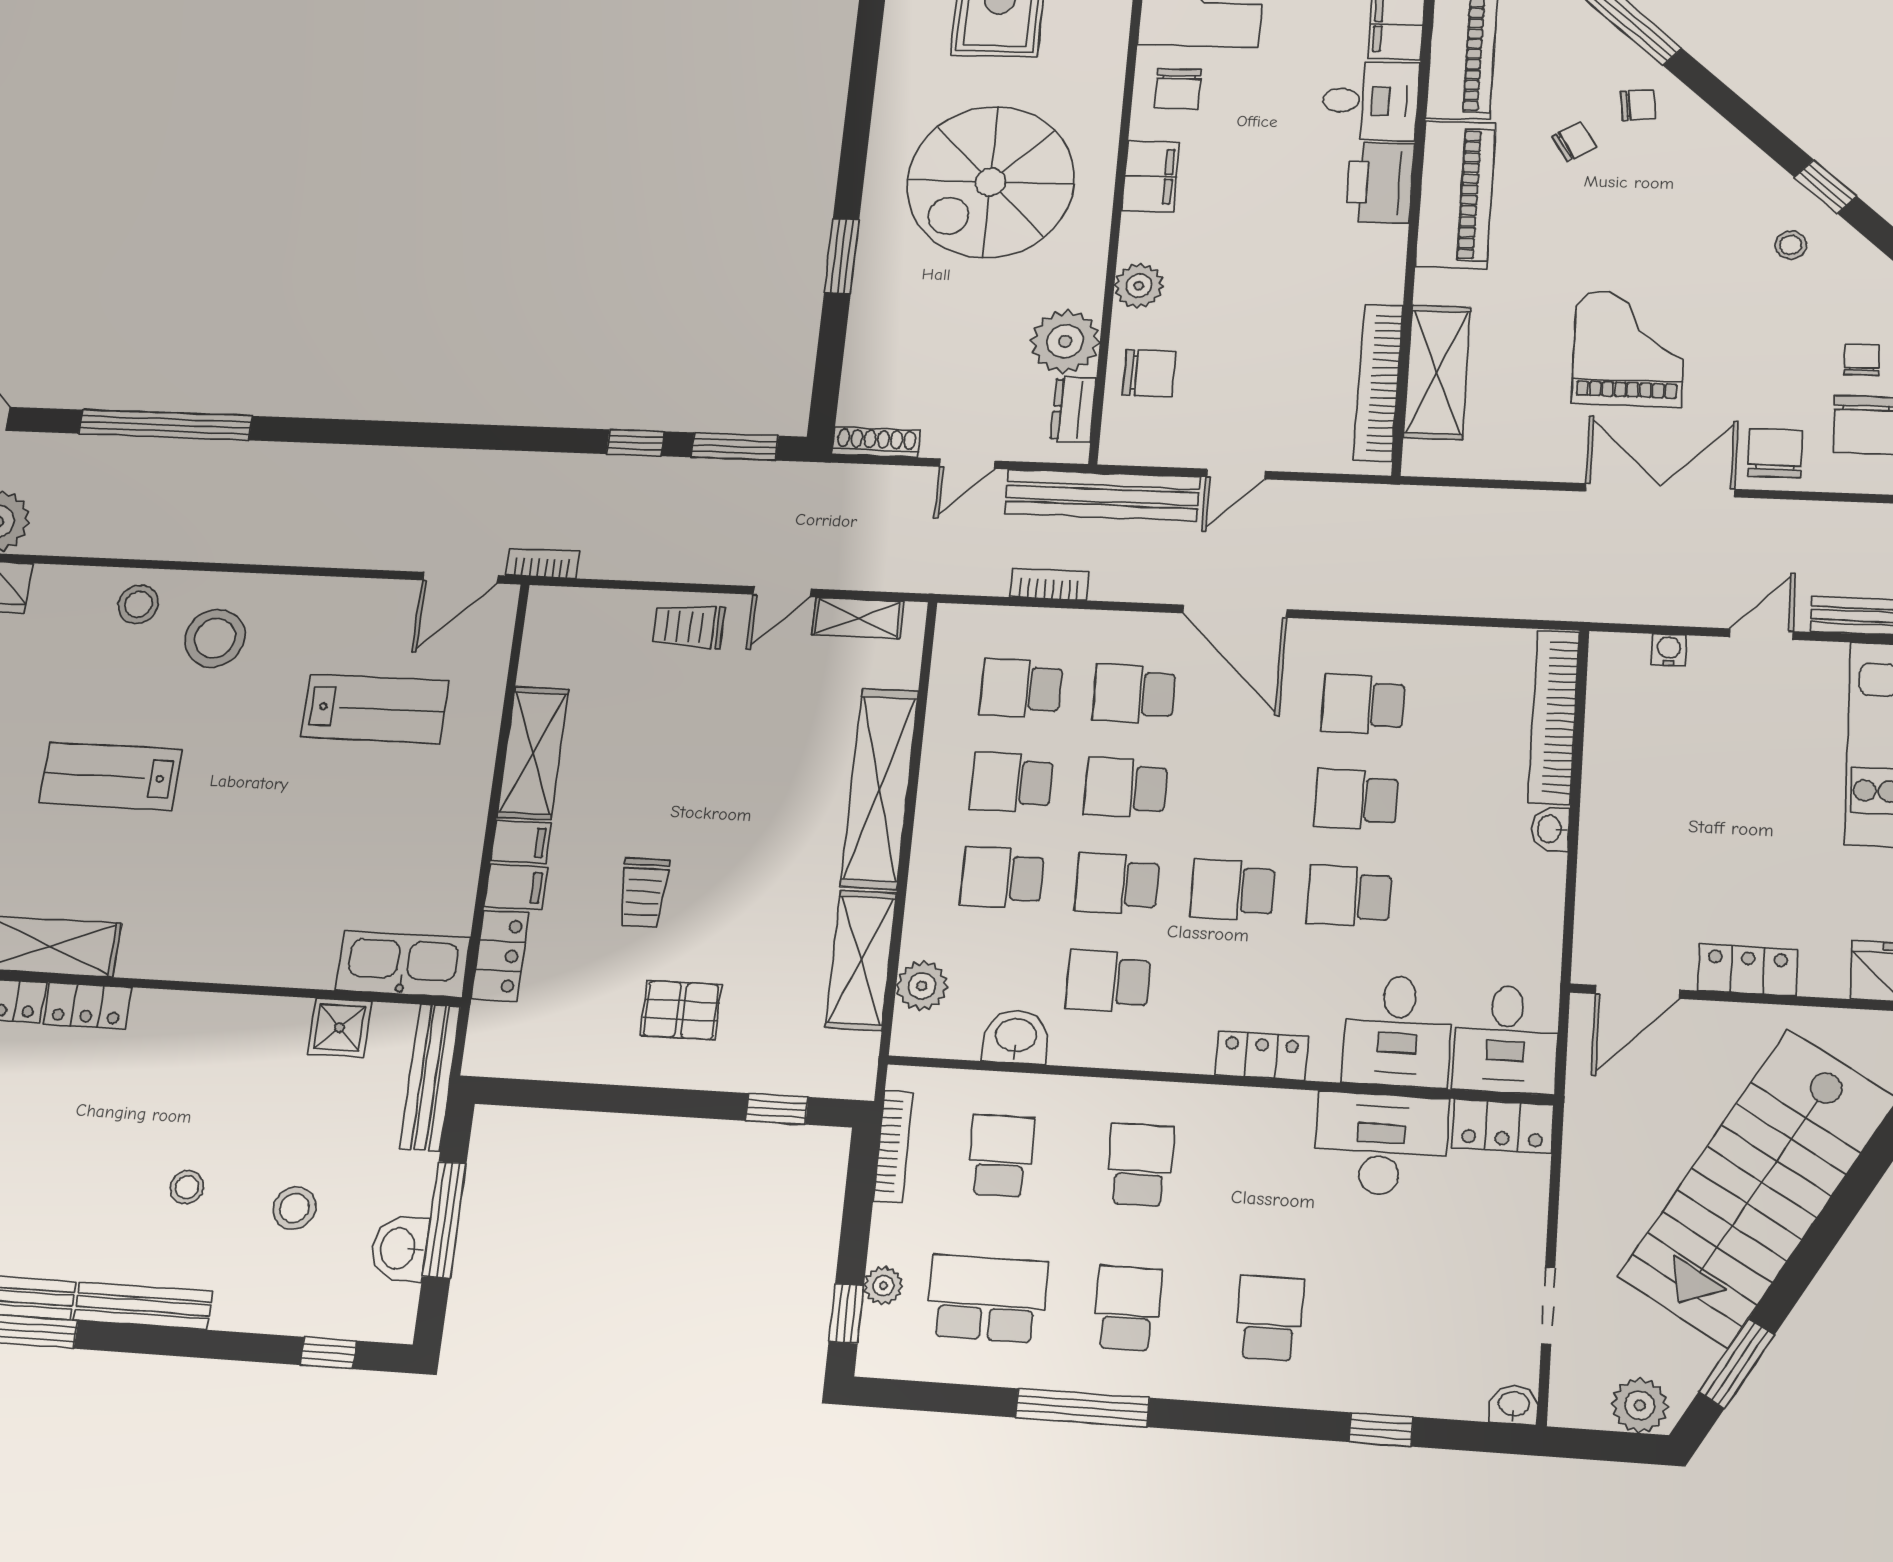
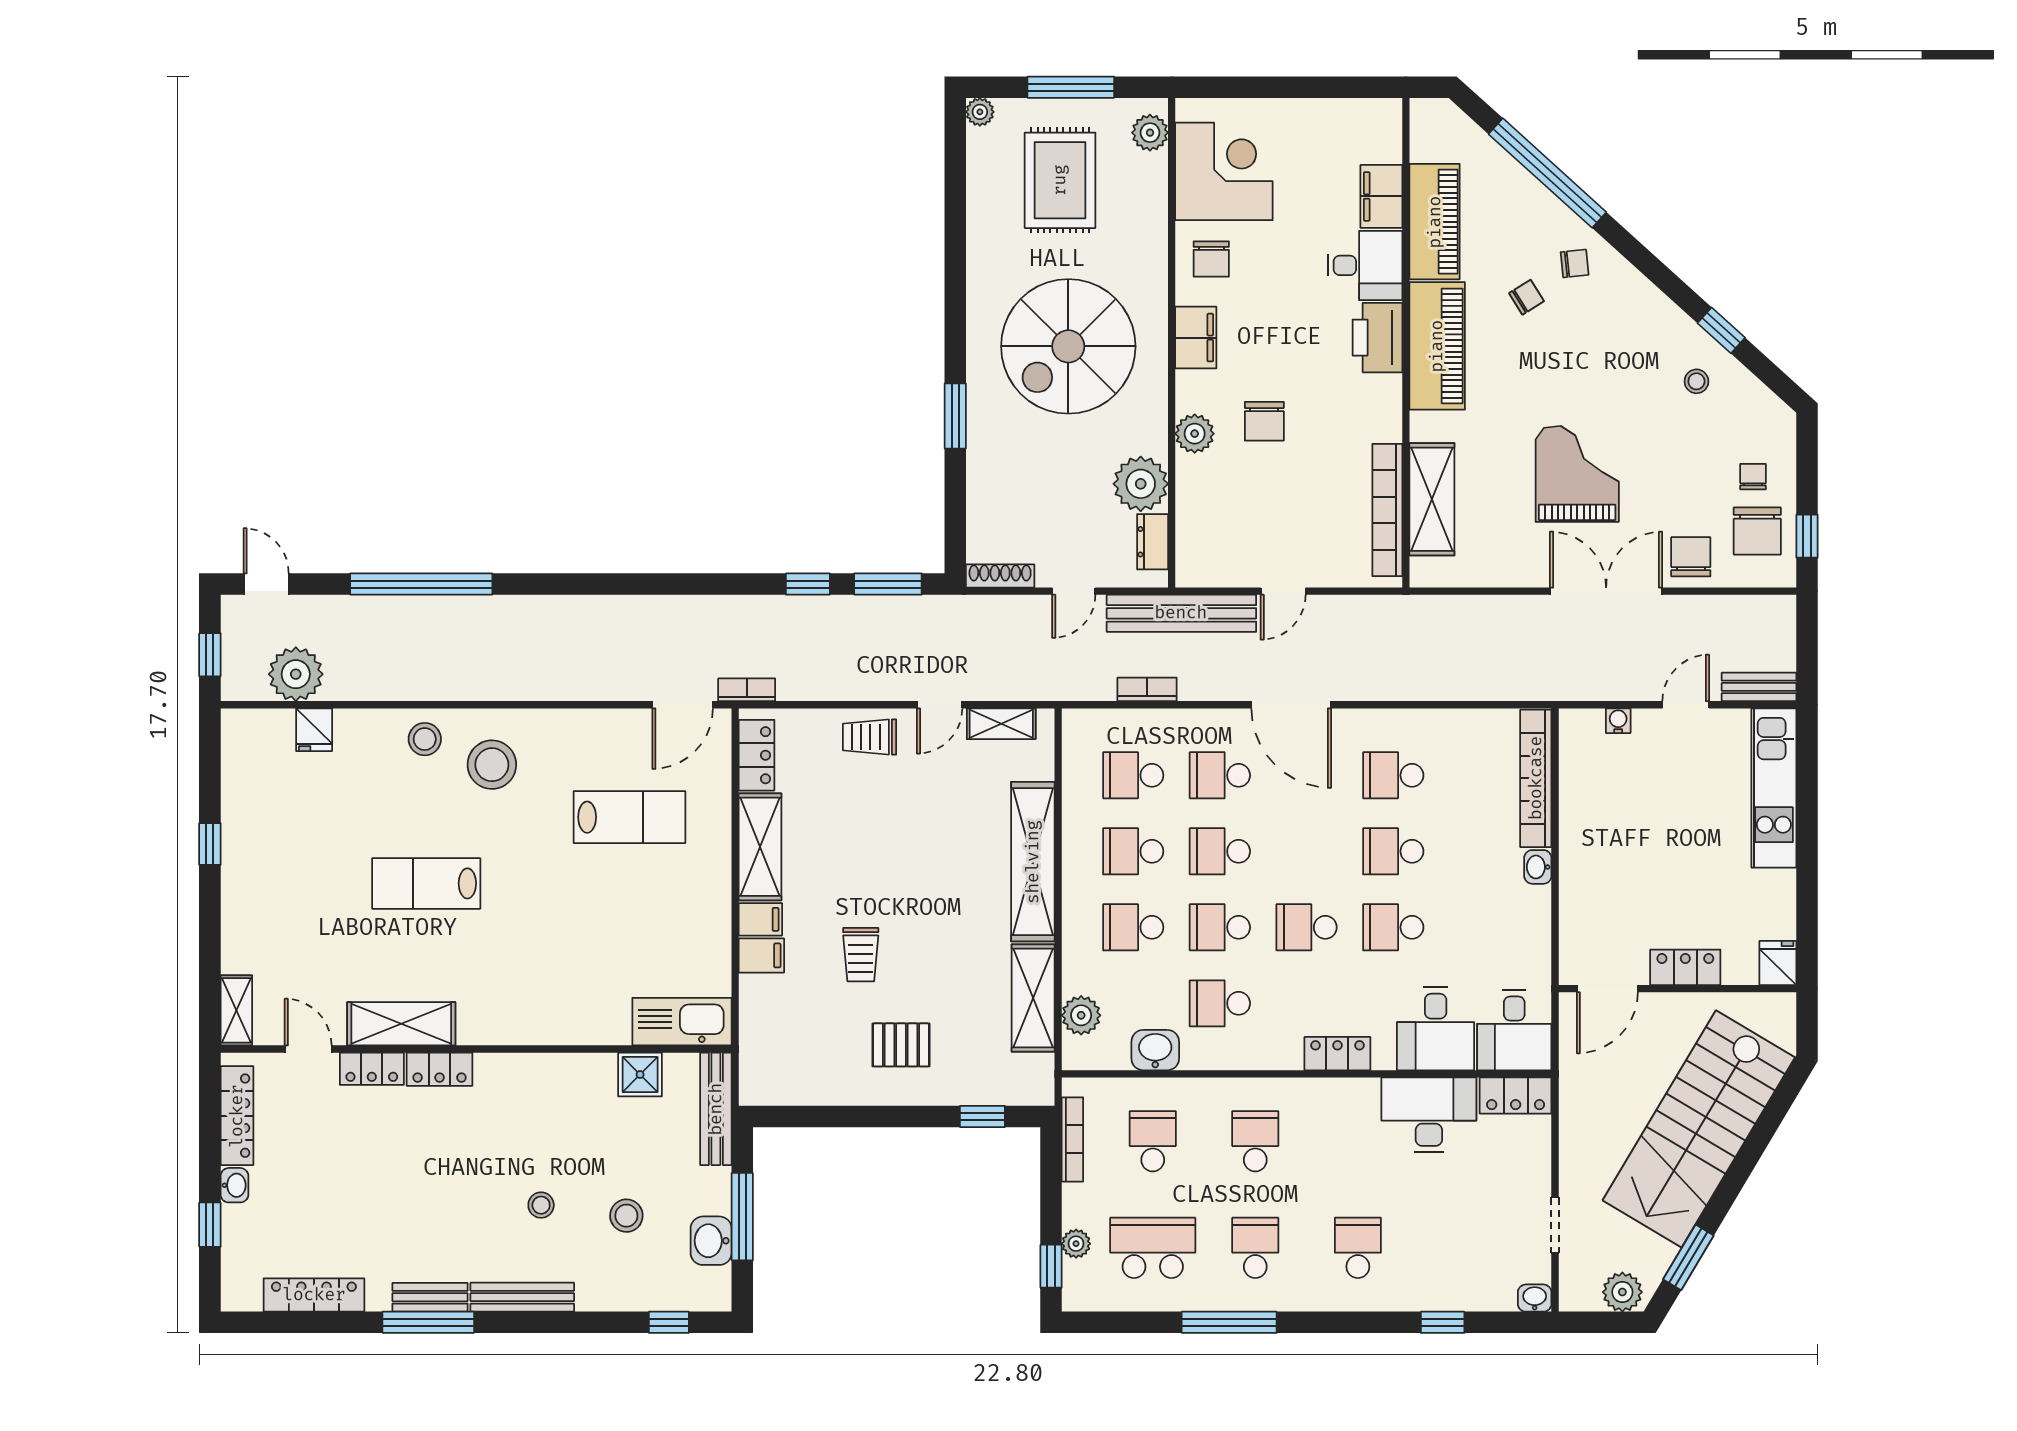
chair: (1149, 373) -> (1264, 421), moved, turned 90
locker: (500, 956) -> (757, 755), moved

